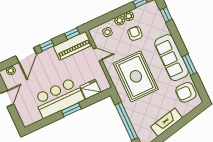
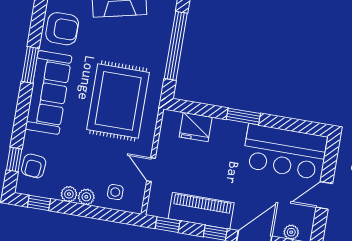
armchair: (135, 33) -> (34, 166), moved
piano: (73, 46) -> (201, 211), moved
bar counter: (59, 98) -> (284, 152), moved

